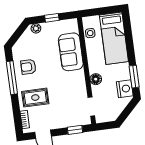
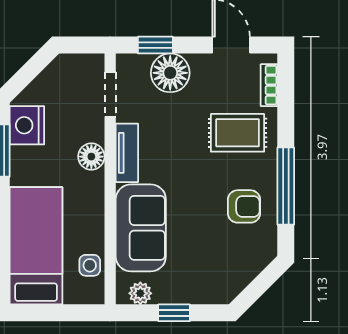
plant: (36, 28) -> (140, 293), moved
tv unit: (81, 83) -> (127, 153), added
floor lamp: (67, 119) -> (170, 73), added

